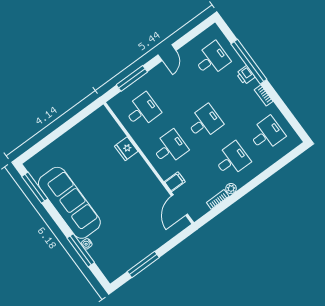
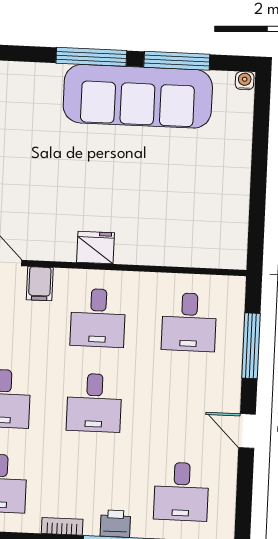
fridge: (126, 149) -> (95, 247), moved
window: (35, 188) -> (177, 61), moved
water cooler: (87, 244) -> (245, 81), moved
window: (81, 250) -> (91, 57), moved

